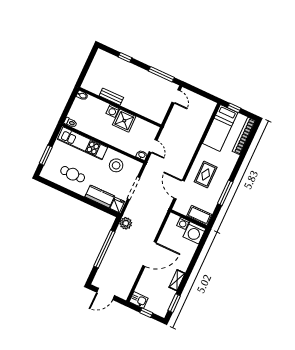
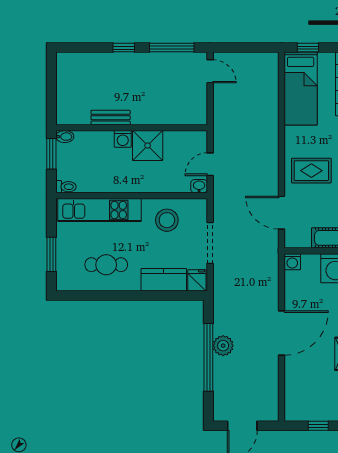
window: (125, 57) -> (124, 48), moved
window: (71, 101) -> (51, 154), added
door: (153, 146) -> (210, 164), swing flipped
rug: (206, 175) -> (311, 171), turned 90
plant: (126, 223) -> (223, 346), moved
washing machine: (183, 223) -> (292, 262), moved
kitchen sink: (139, 300) -> (298, 412), removed

